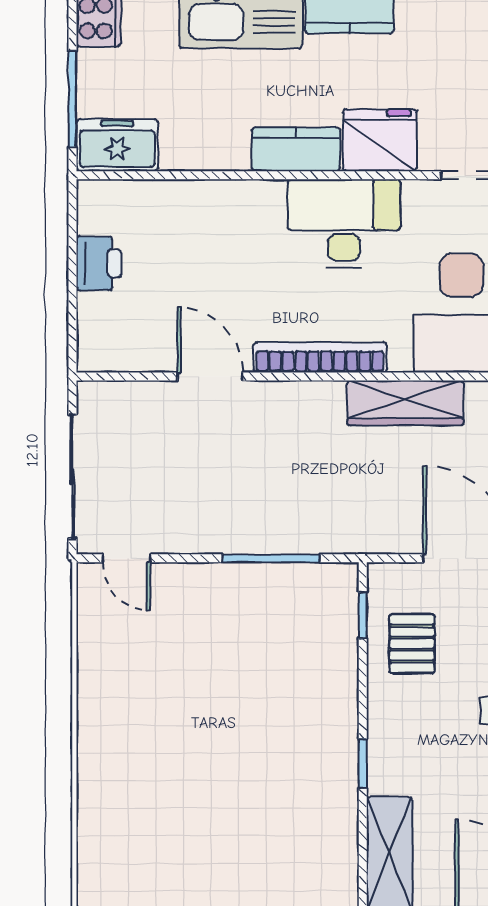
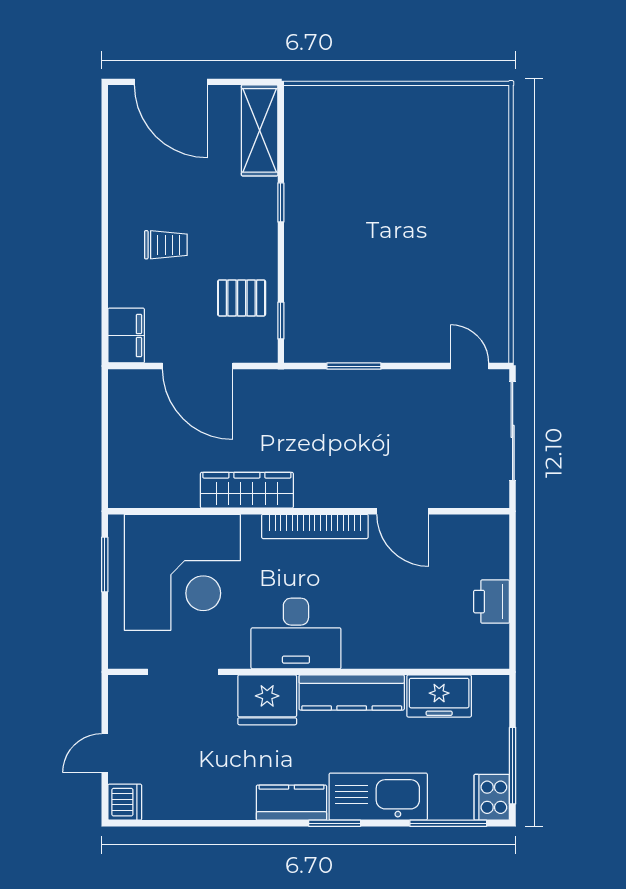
window: (72, 99) -> (513, 766), moved
freezer: (117, 145) -> (439, 696), moved
kitchen counter: (296, 149) -> (352, 693), width x1.50
window: (271, 558) -> (354, 366), width x0.69
pallet: (412, 644) -> (242, 298), turned 90

